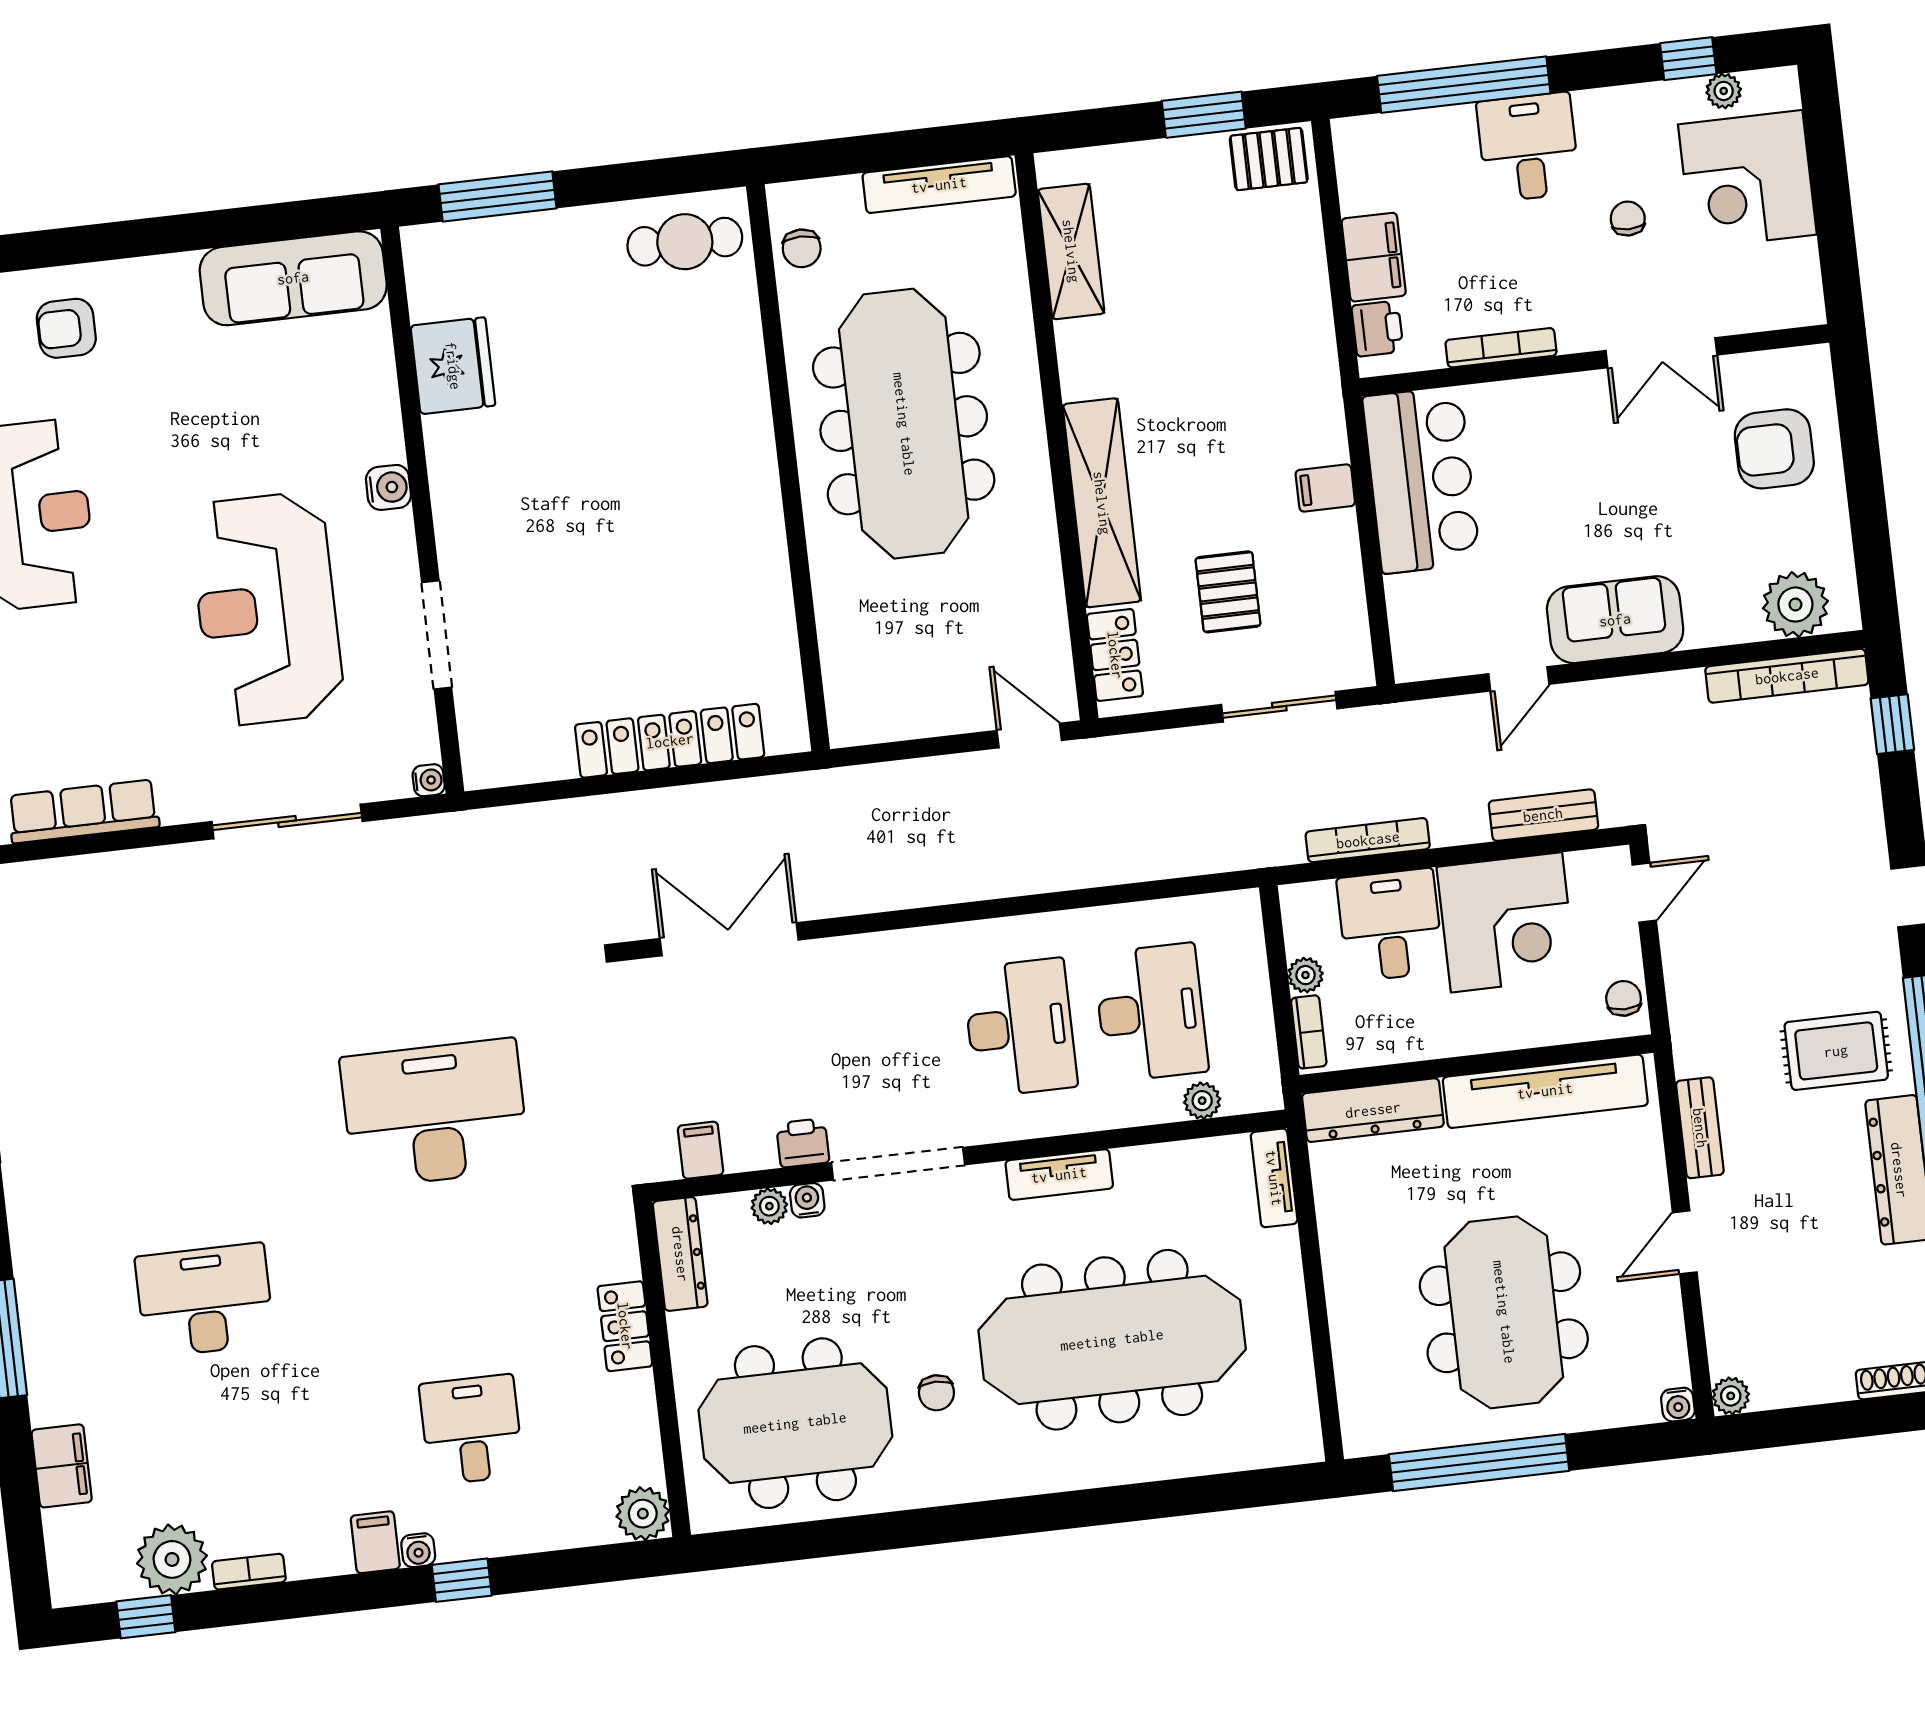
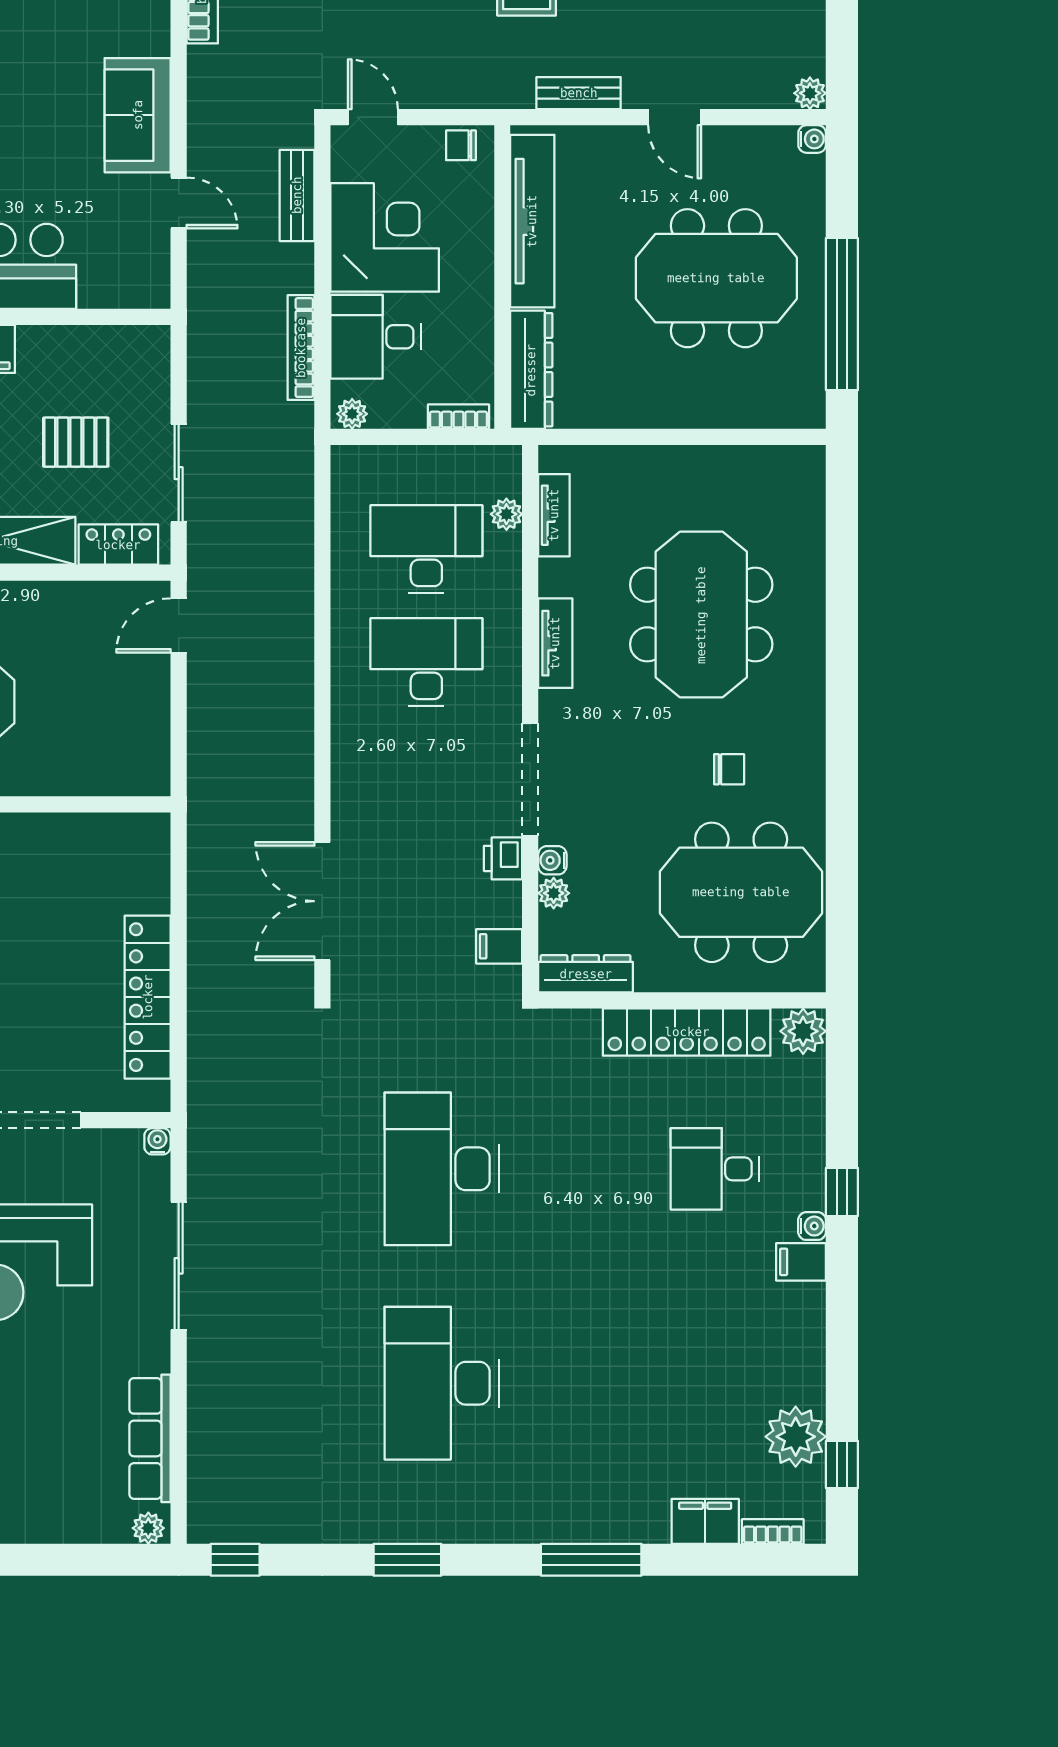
sliding door: (1279, 707) -> (179, 473), moved
locker: (670, 741) -> (148, 997), moved
plant: (1305, 975) -> (352, 414), moved
tv unit: (1274, 1178) -> (554, 515), moved, turned -90
desk: (205, 1300) -> (442, 1383), moved, width x1.36, depth x1.30
locker: (625, 1326) -> (687, 1032), width x2.16, depth x1.21
meeting table: (1112, 1340) -> (701, 615), width x0.73
meeting table: (795, 1423) -> (741, 892), turned 90
bookcase: (249, 1572) -> (773, 1531), moved, turned 90

